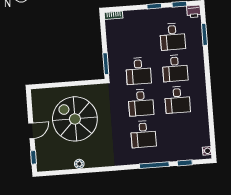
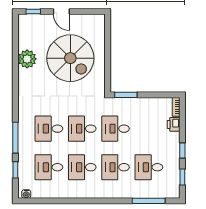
printer: (194, 11) -> (174, 124), moved
window: (204, 34) -> (149, 201), width x1.44
spiral stairs: (75, 119) -> (70, 58), turned 90
desk: (180, 131) -> (49, 167), added
plant: (79, 164) -> (27, 59), width x1.88, depth x1.88

